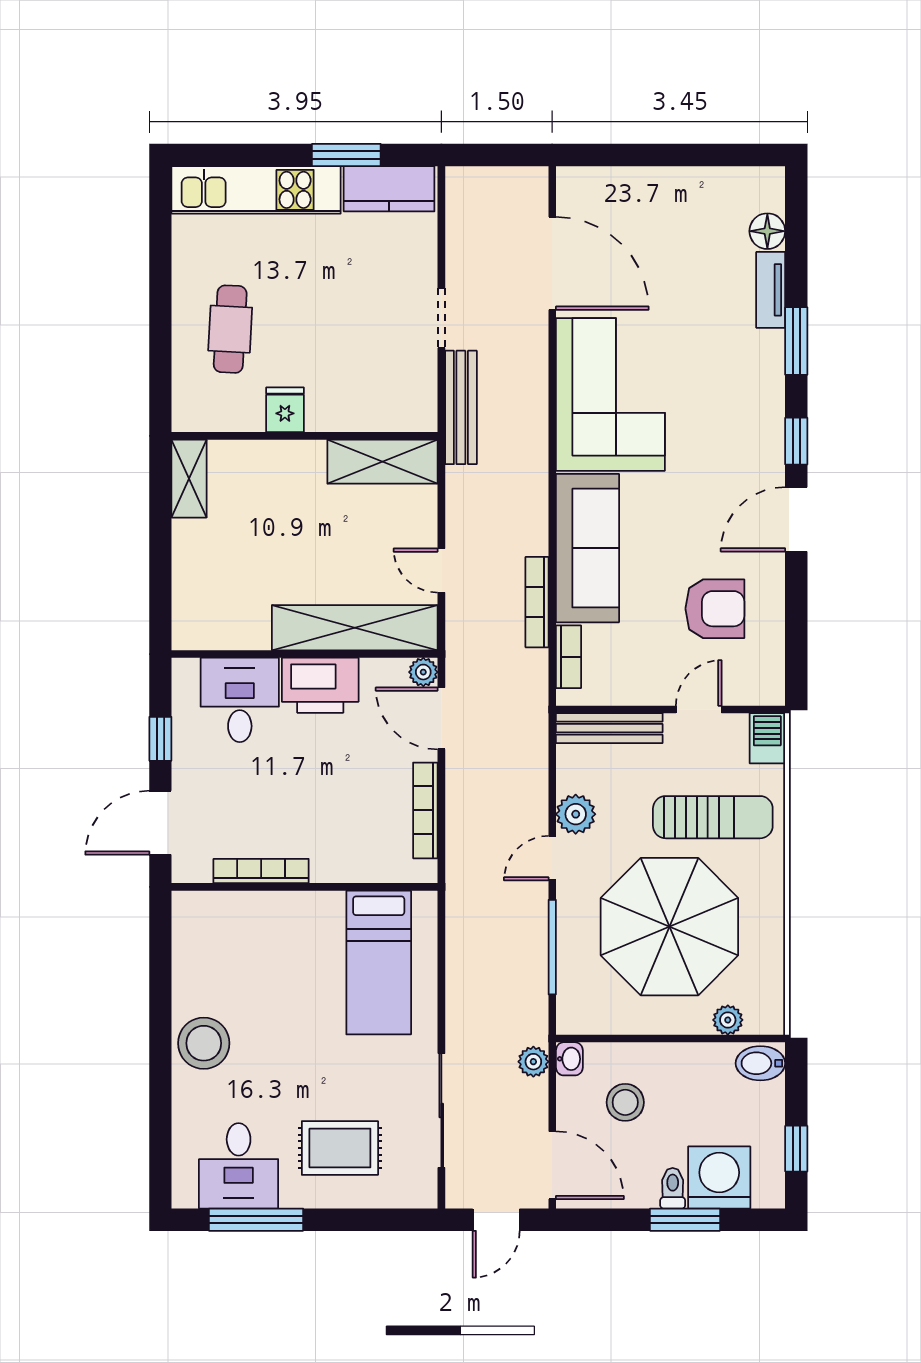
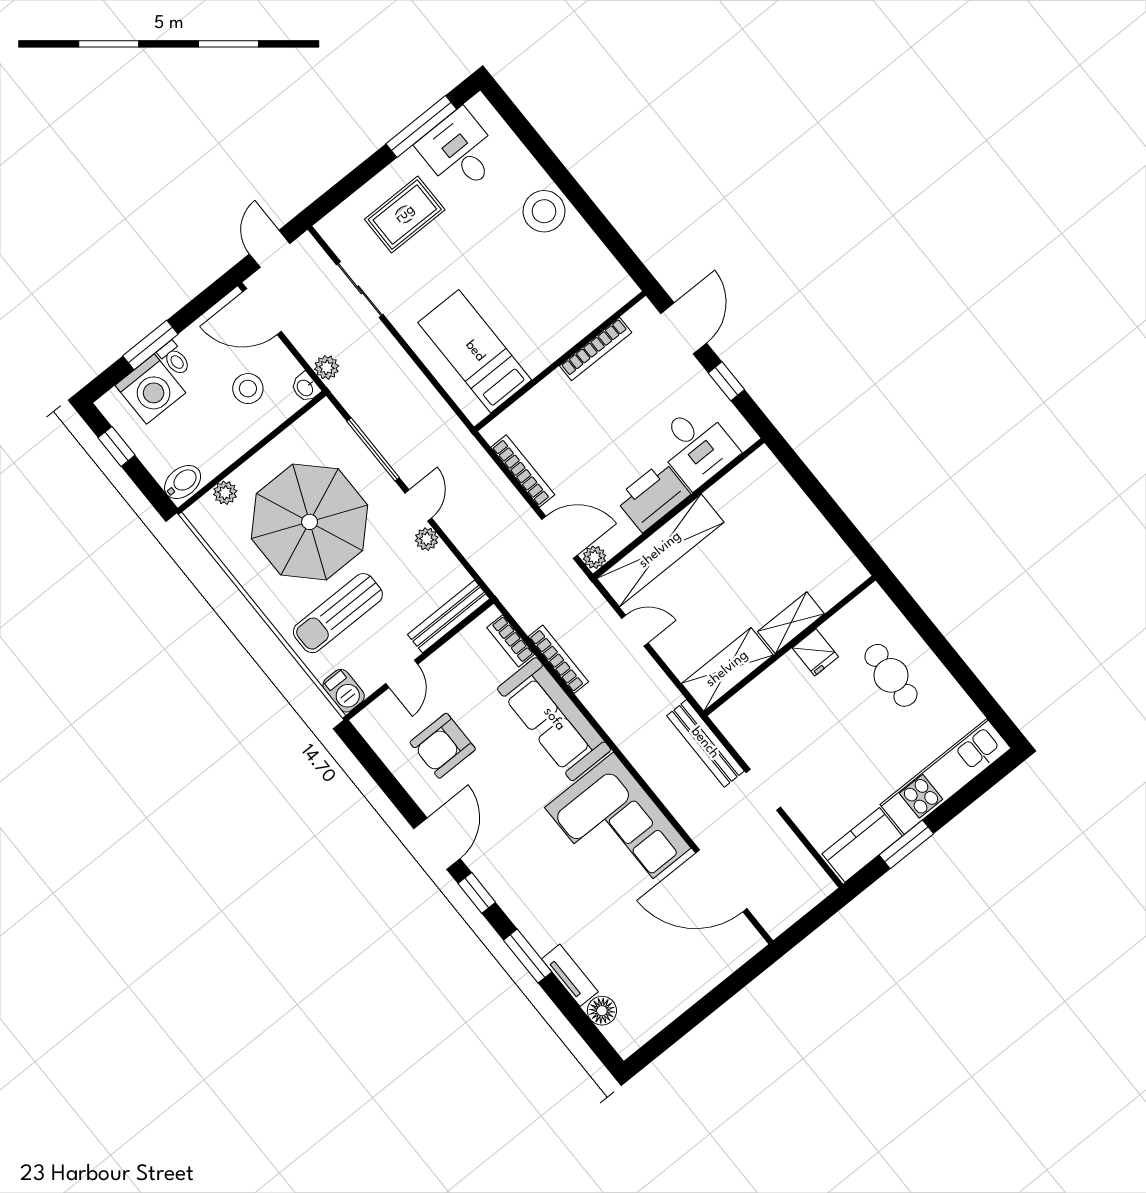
shelving: (189, 479) -> (791, 623), moved, turned 90
plant: (576, 814) -> (427, 539), width x0.73, depth x0.73
sliding door: (441, 1111) -> (360, 290), width x0.73

